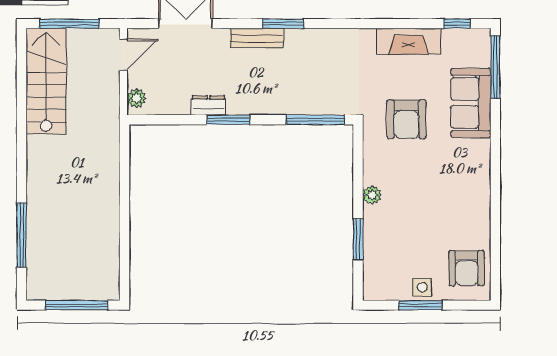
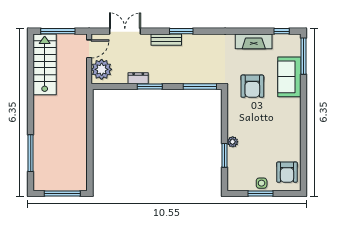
plant: (136, 98) -> (102, 69), width x1.87, depth x1.87
plant: (372, 195) -> (233, 142), moved

